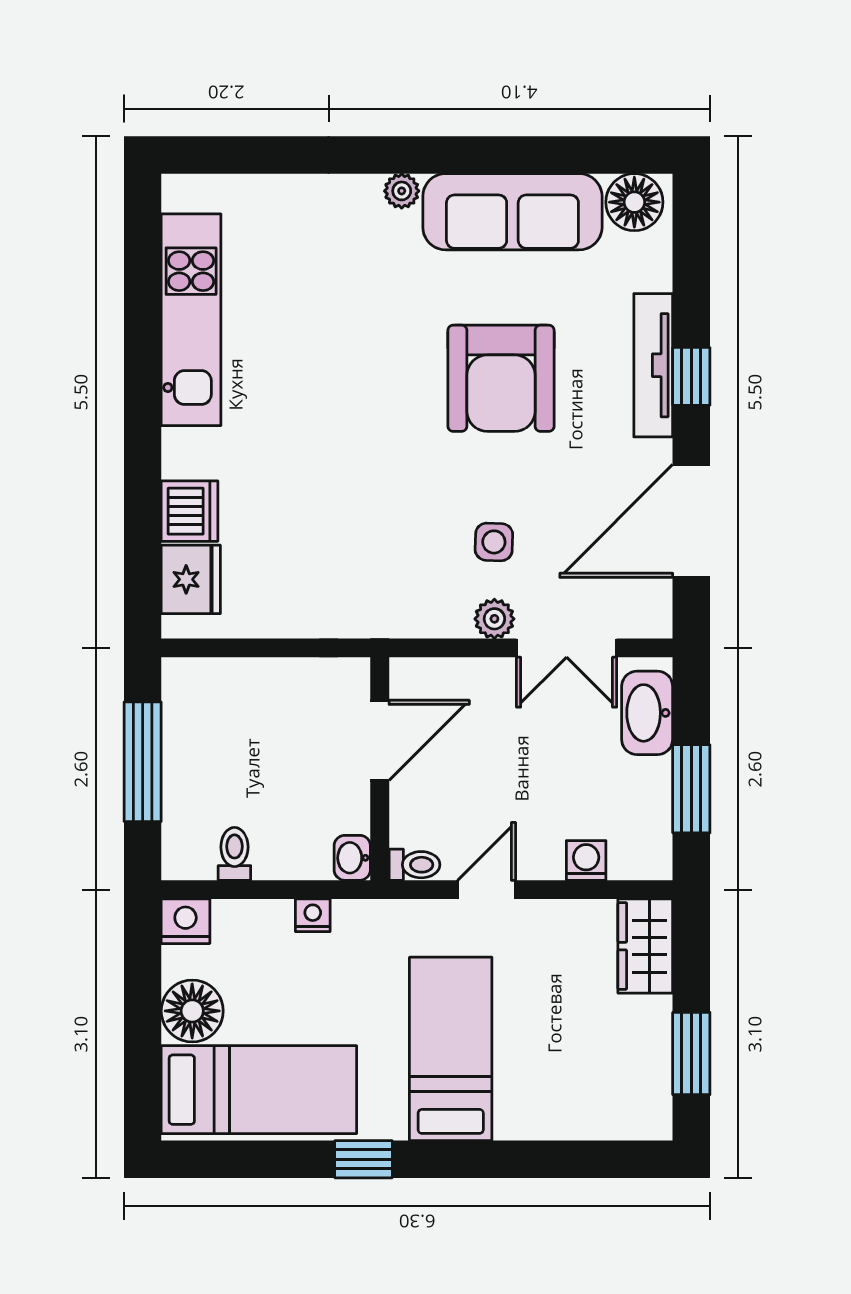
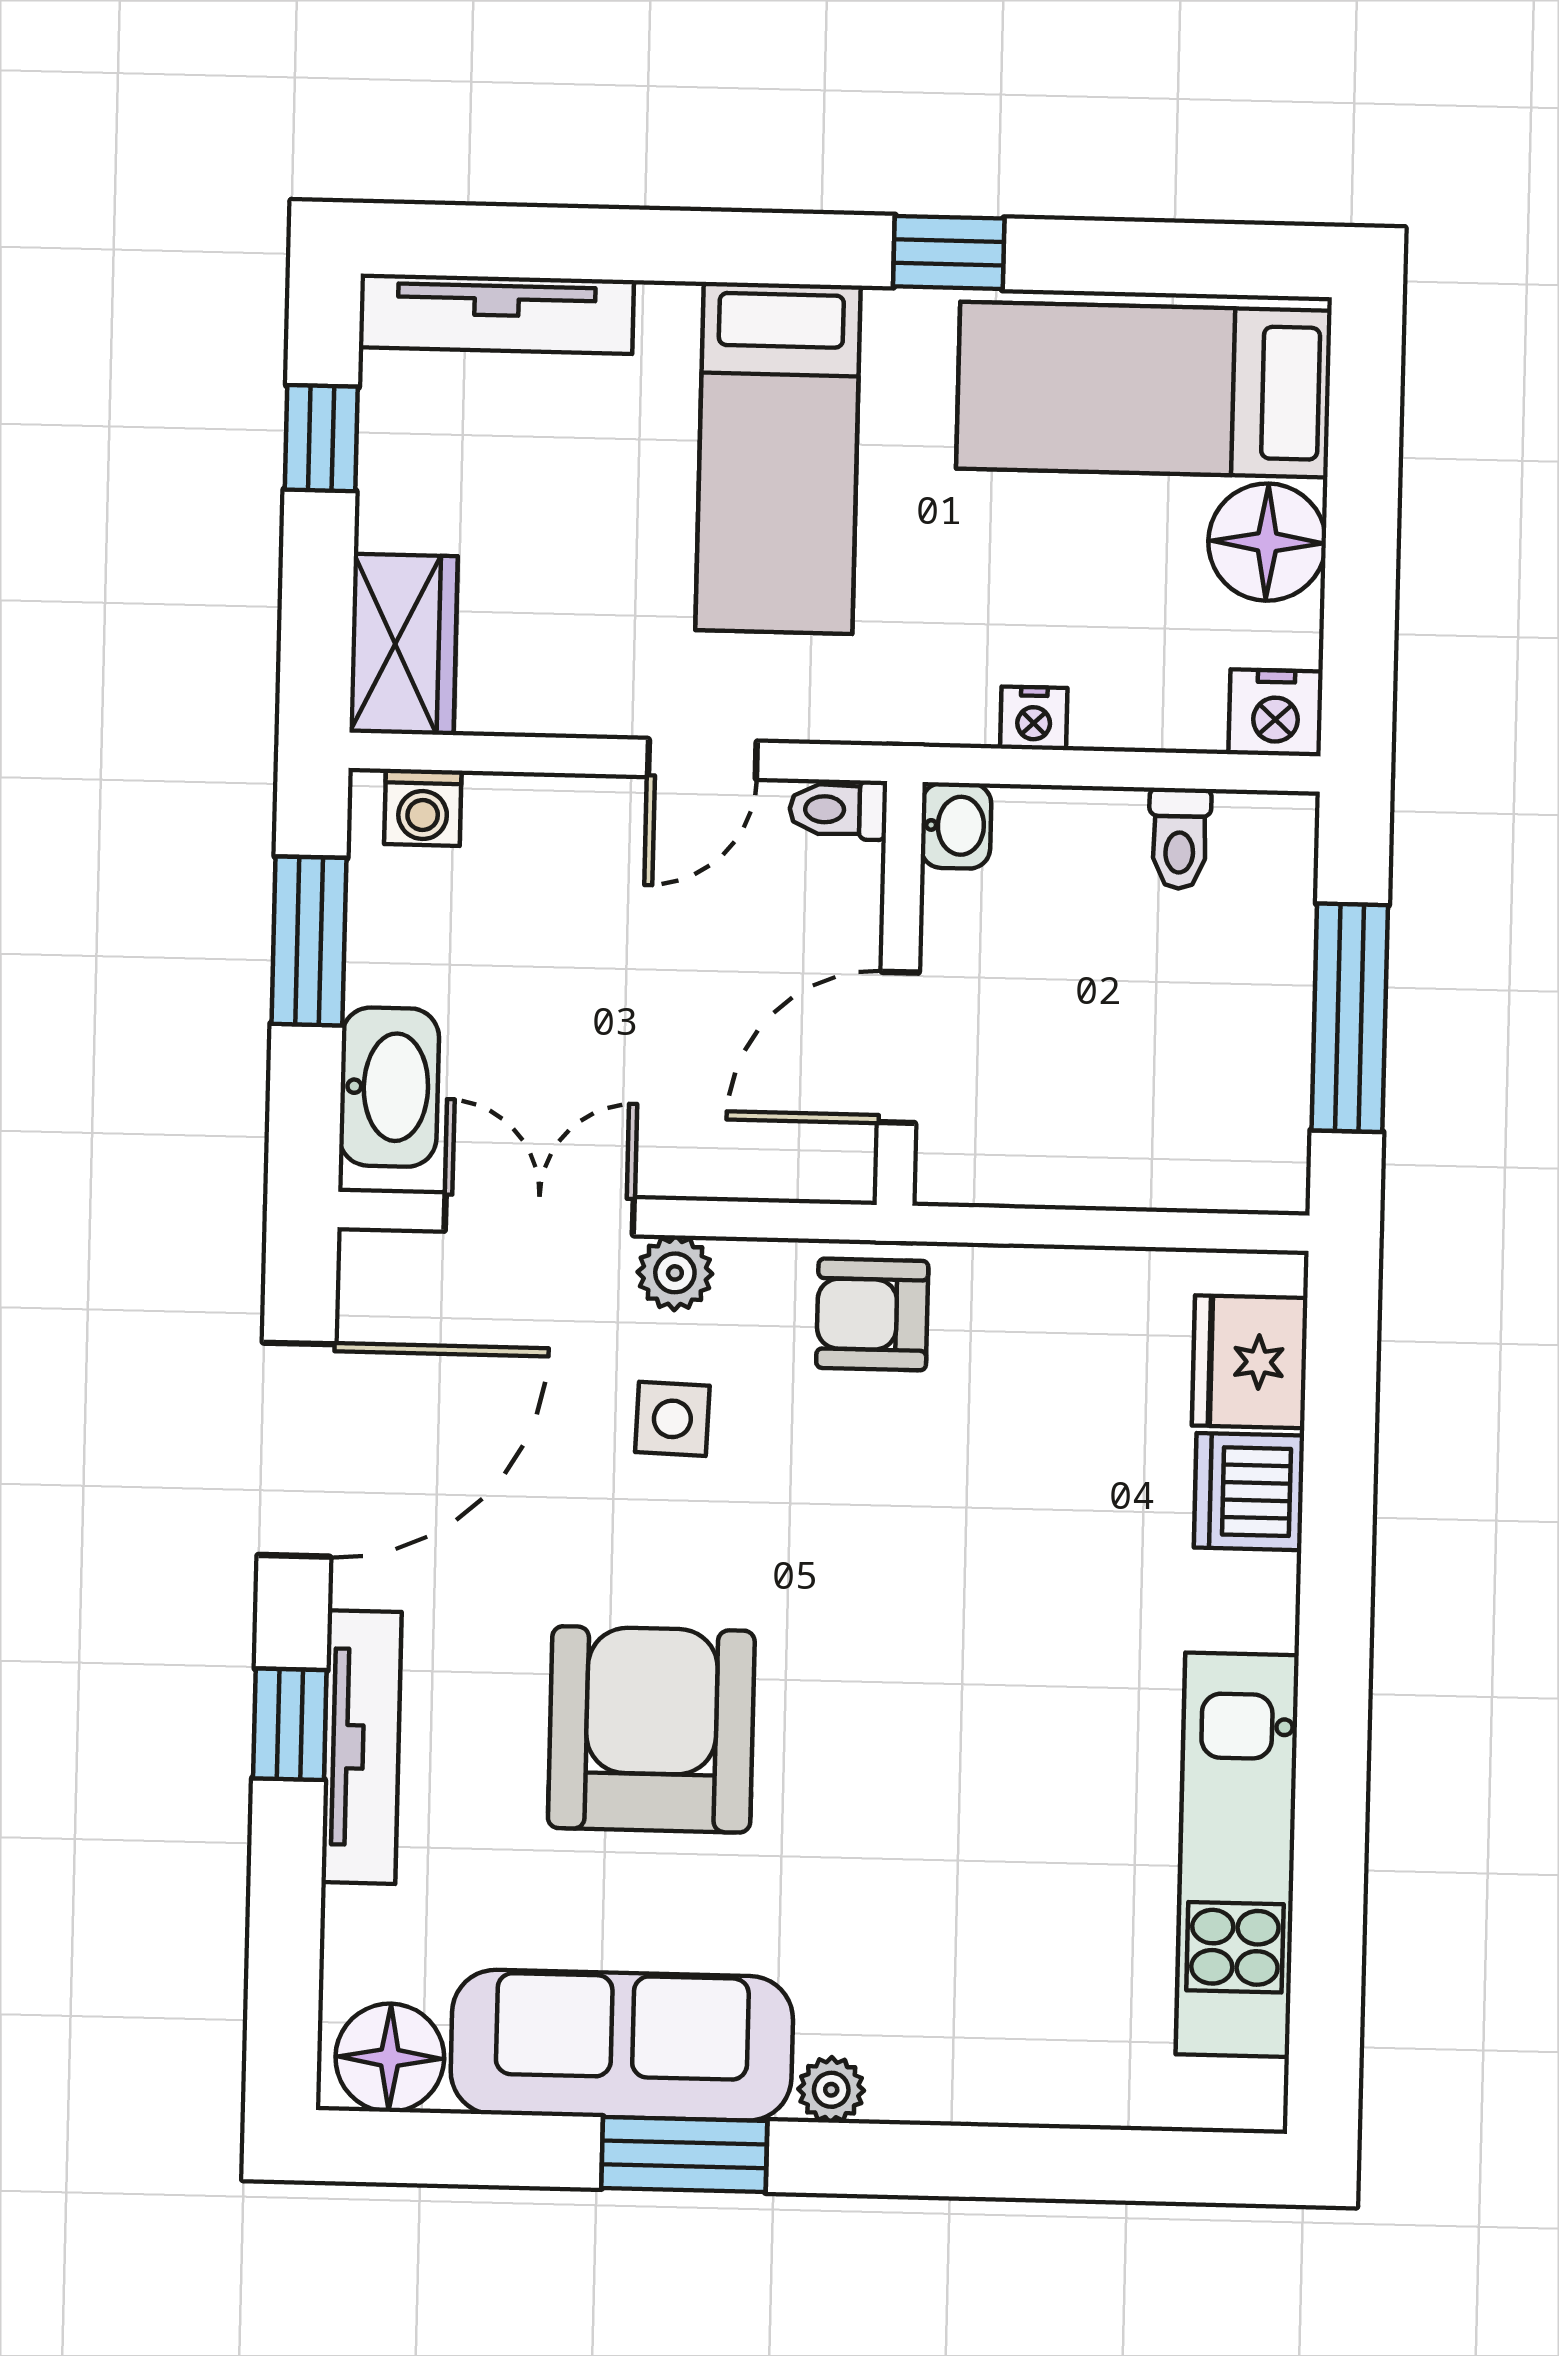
window: (478, 155) -> (684, 2154), added
armchair: (390, 599) -> (872, 1314), added
washing machine: (586, 860) -> (423, 807), moved
window: (691, 1053) -> (321, 438), width x0.67
tv unit: (601, 1121) -> (496, 314), added

